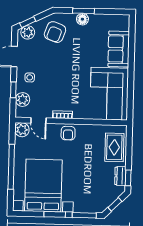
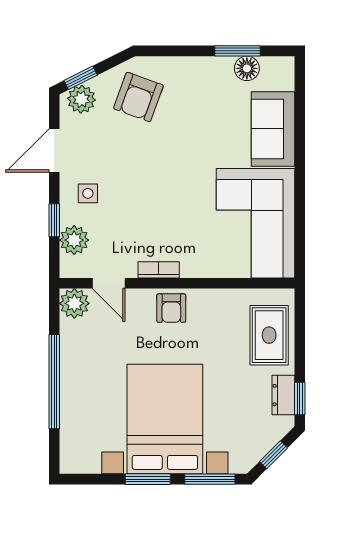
window: (84, 11) -> (237, 51), moved
floor lamp: (82, 19) -> (247, 68), moved
bed with nightstands: (43, 185) -> (165, 419), moved

